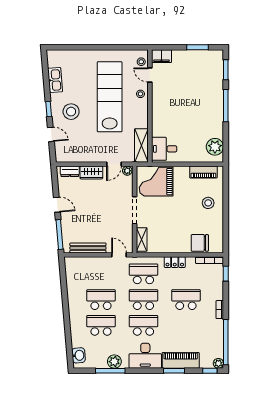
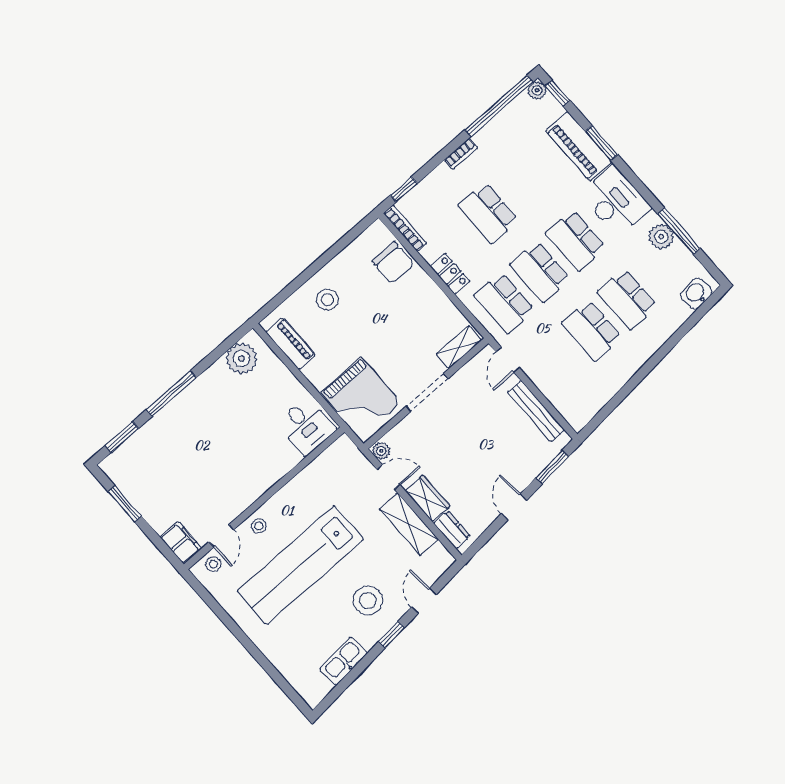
shelving: (141, 146) -> (409, 524), moved, turned 90
window: (59, 235) -> (552, 467), width x0.69

